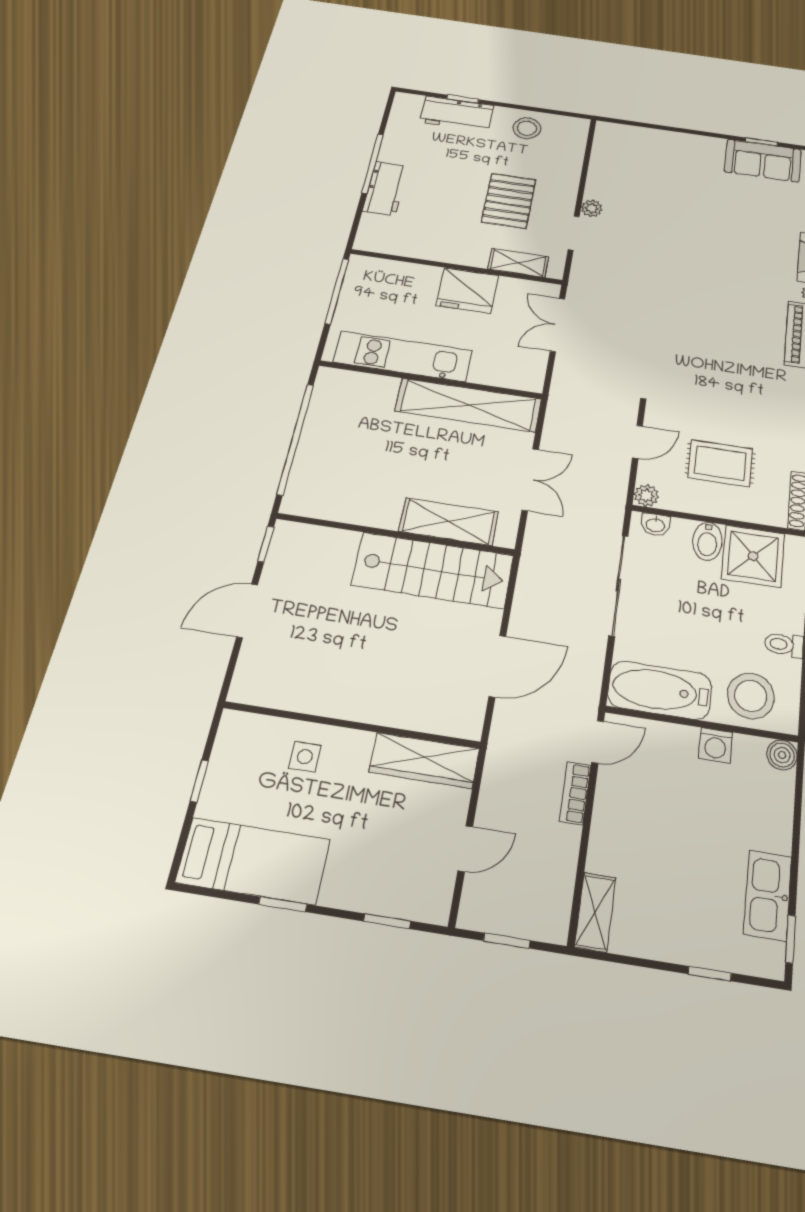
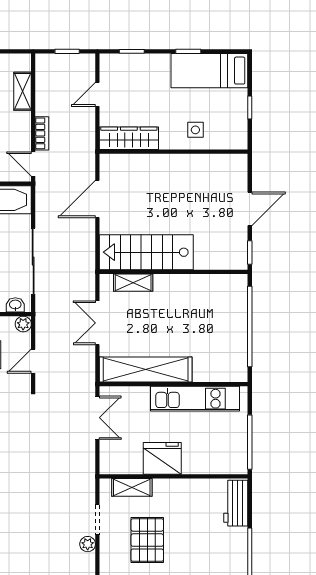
workbench: (386, 188) -> (236, 503), moved
double door: (558, 325) -> (97, 418), moved
shelving: (449, 522) -> (133, 283), width x0.67, depth x0.75
door: (598, 742) -> (33, 164), hinge flipped
shelving: (595, 912) -> (23, 91), moved

